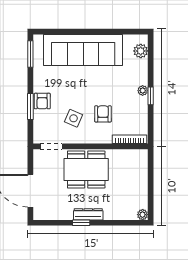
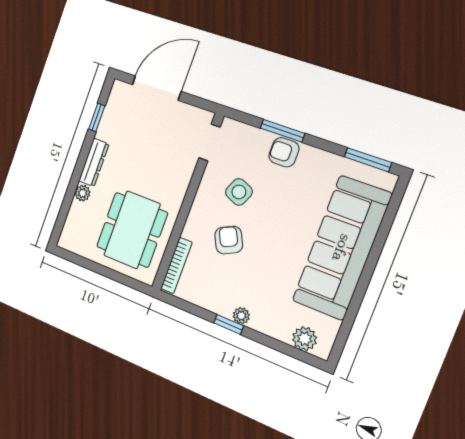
armchair: (103, 114) -> (229, 240), turned -117
dining table: (86, 169) -> (132, 230), moved
plant: (143, 215) -> (83, 193), moved
window: (81, 223) -> (97, 118), moved

